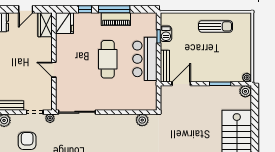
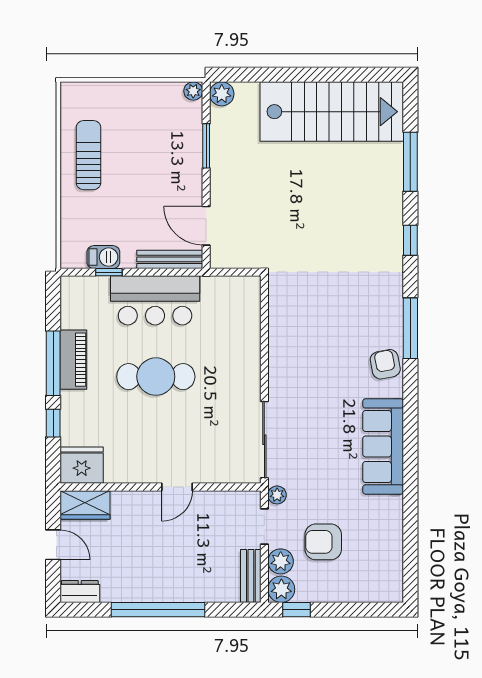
plant: (142, 120) -> (281, 561), moved

